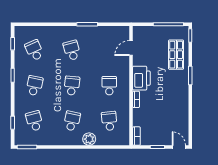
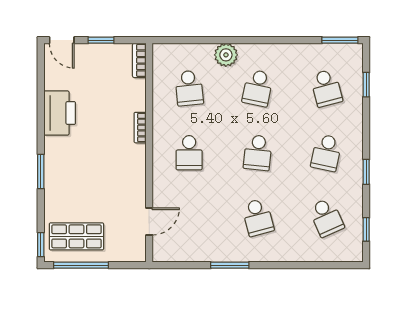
shop shelf: (176, 55) -> (76, 236), moved, turned 90
printer: (141, 78) -> (60, 113), moved, turned 180

